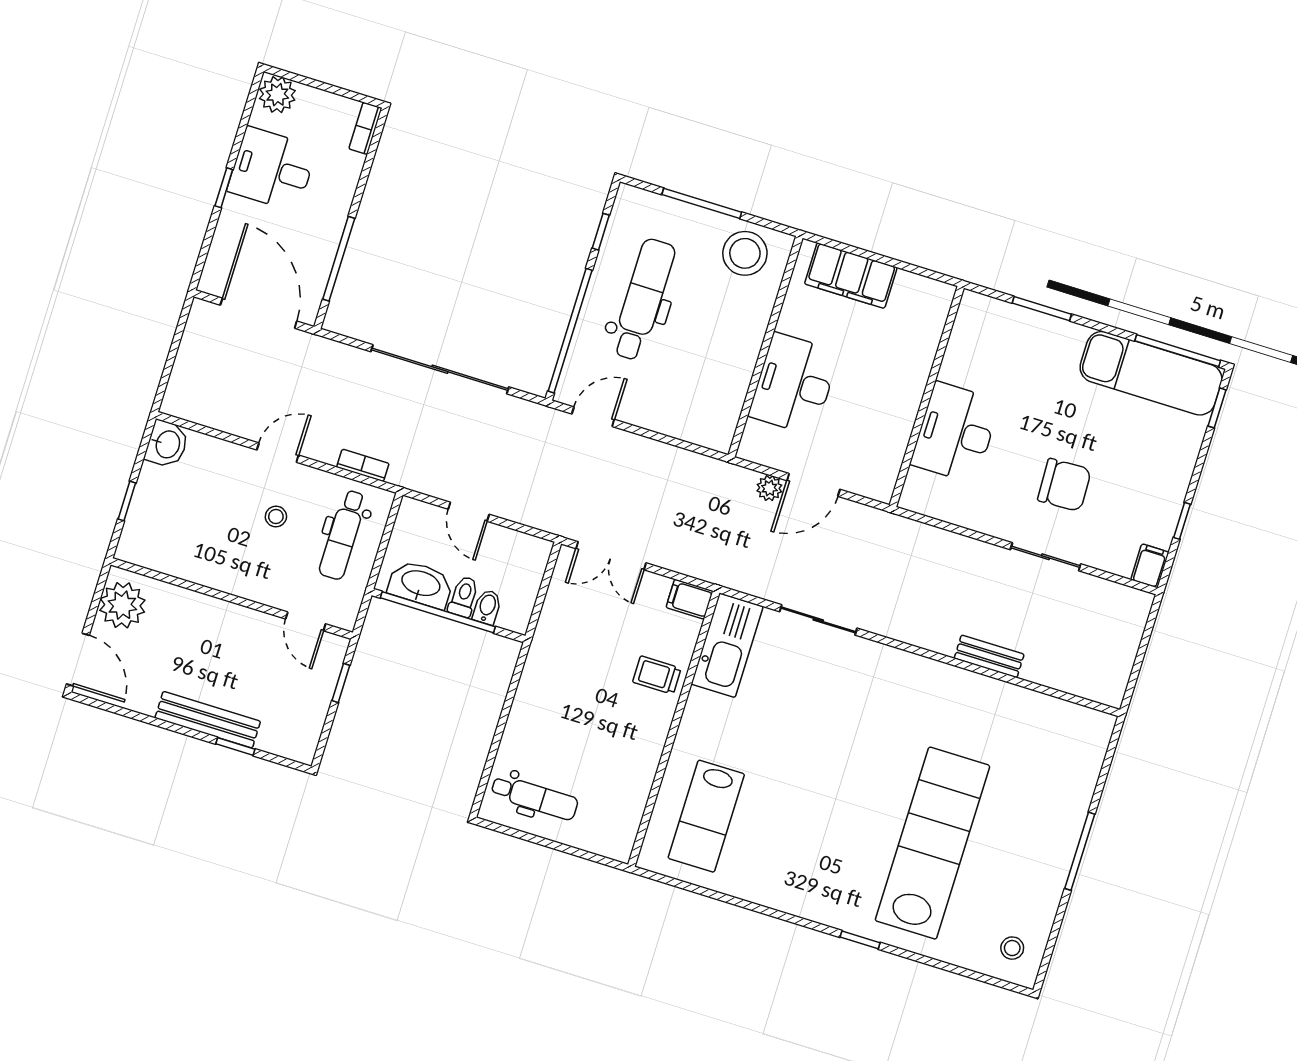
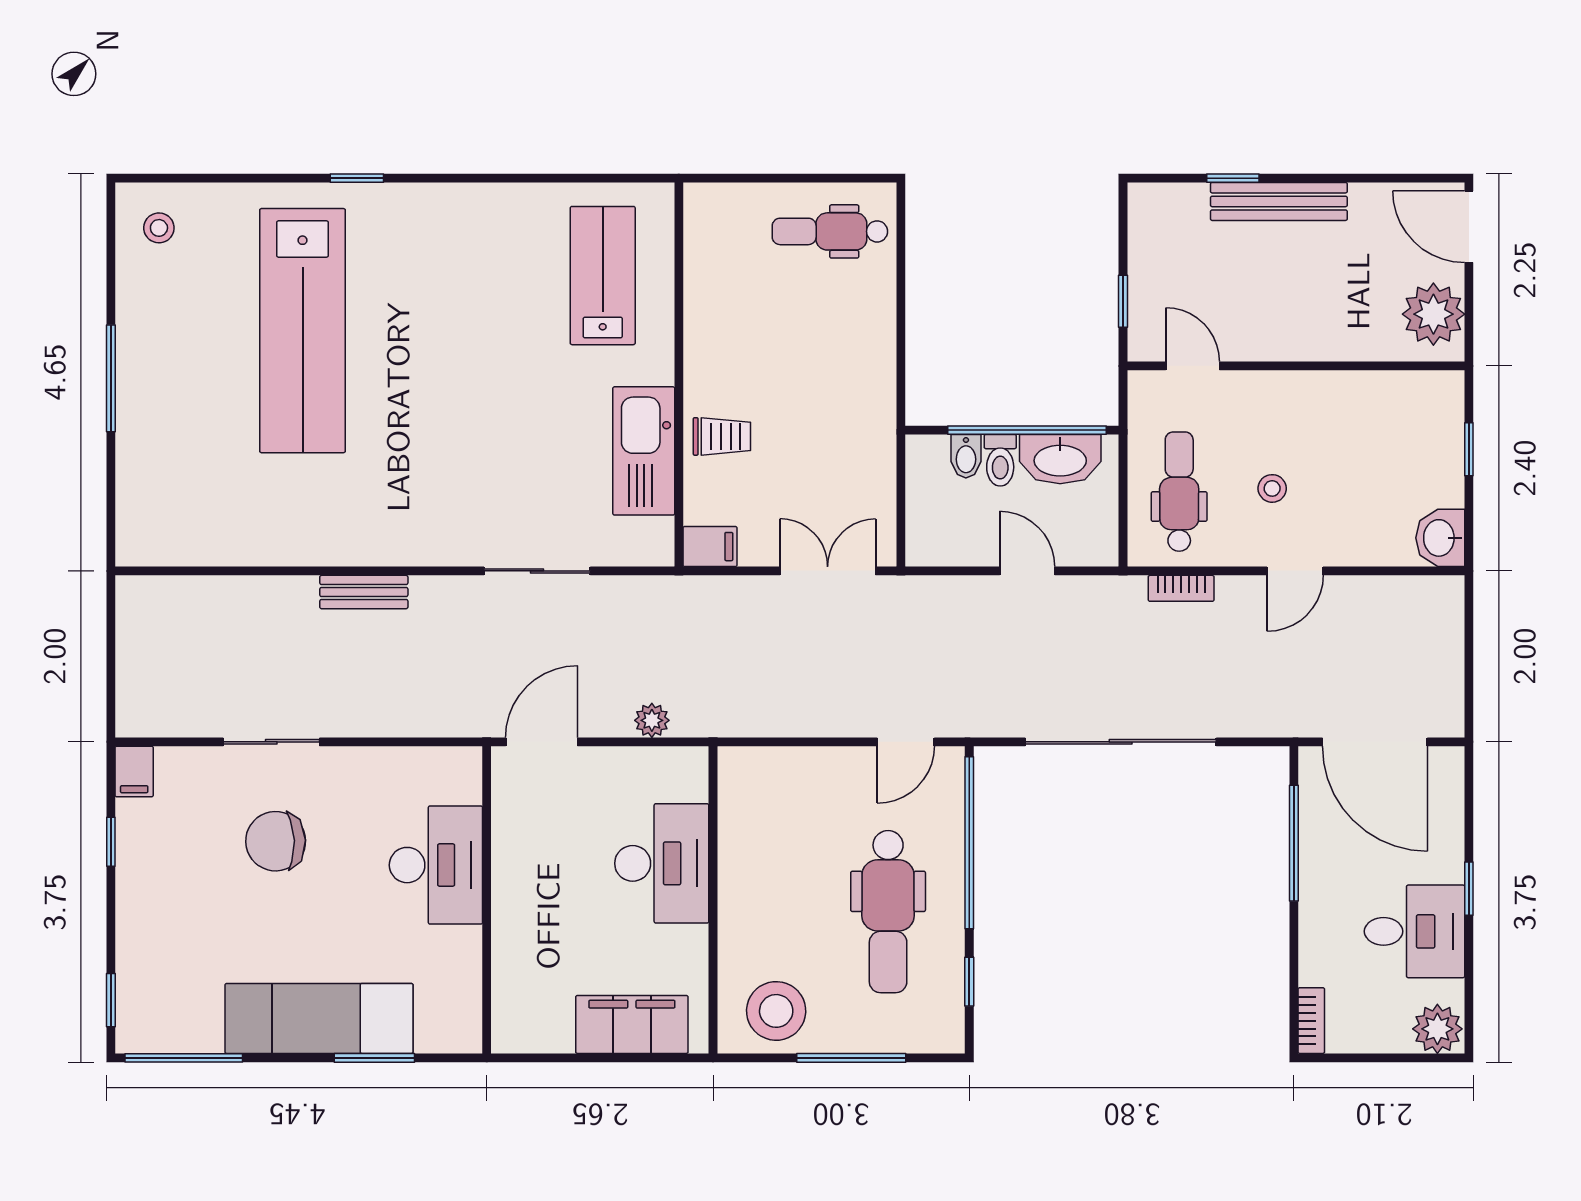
exam couch: (1151, 373) -> (319, 1018), moved
door: (813, 485) -> (542, 742), moved
kitchen sink: (727, 645) -> (644, 451), moved
bench: (989, 656) -> (364, 592), moved

